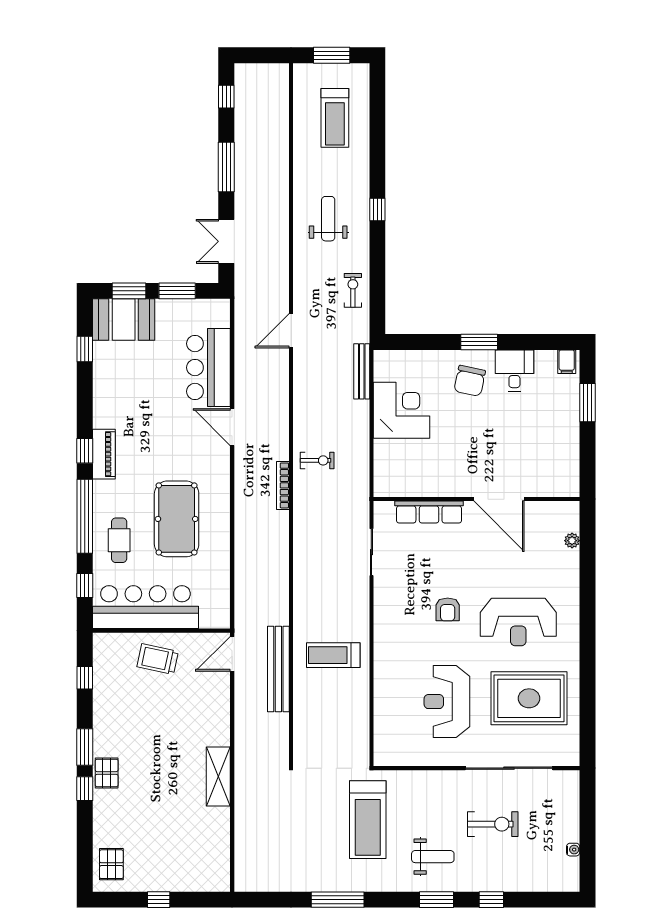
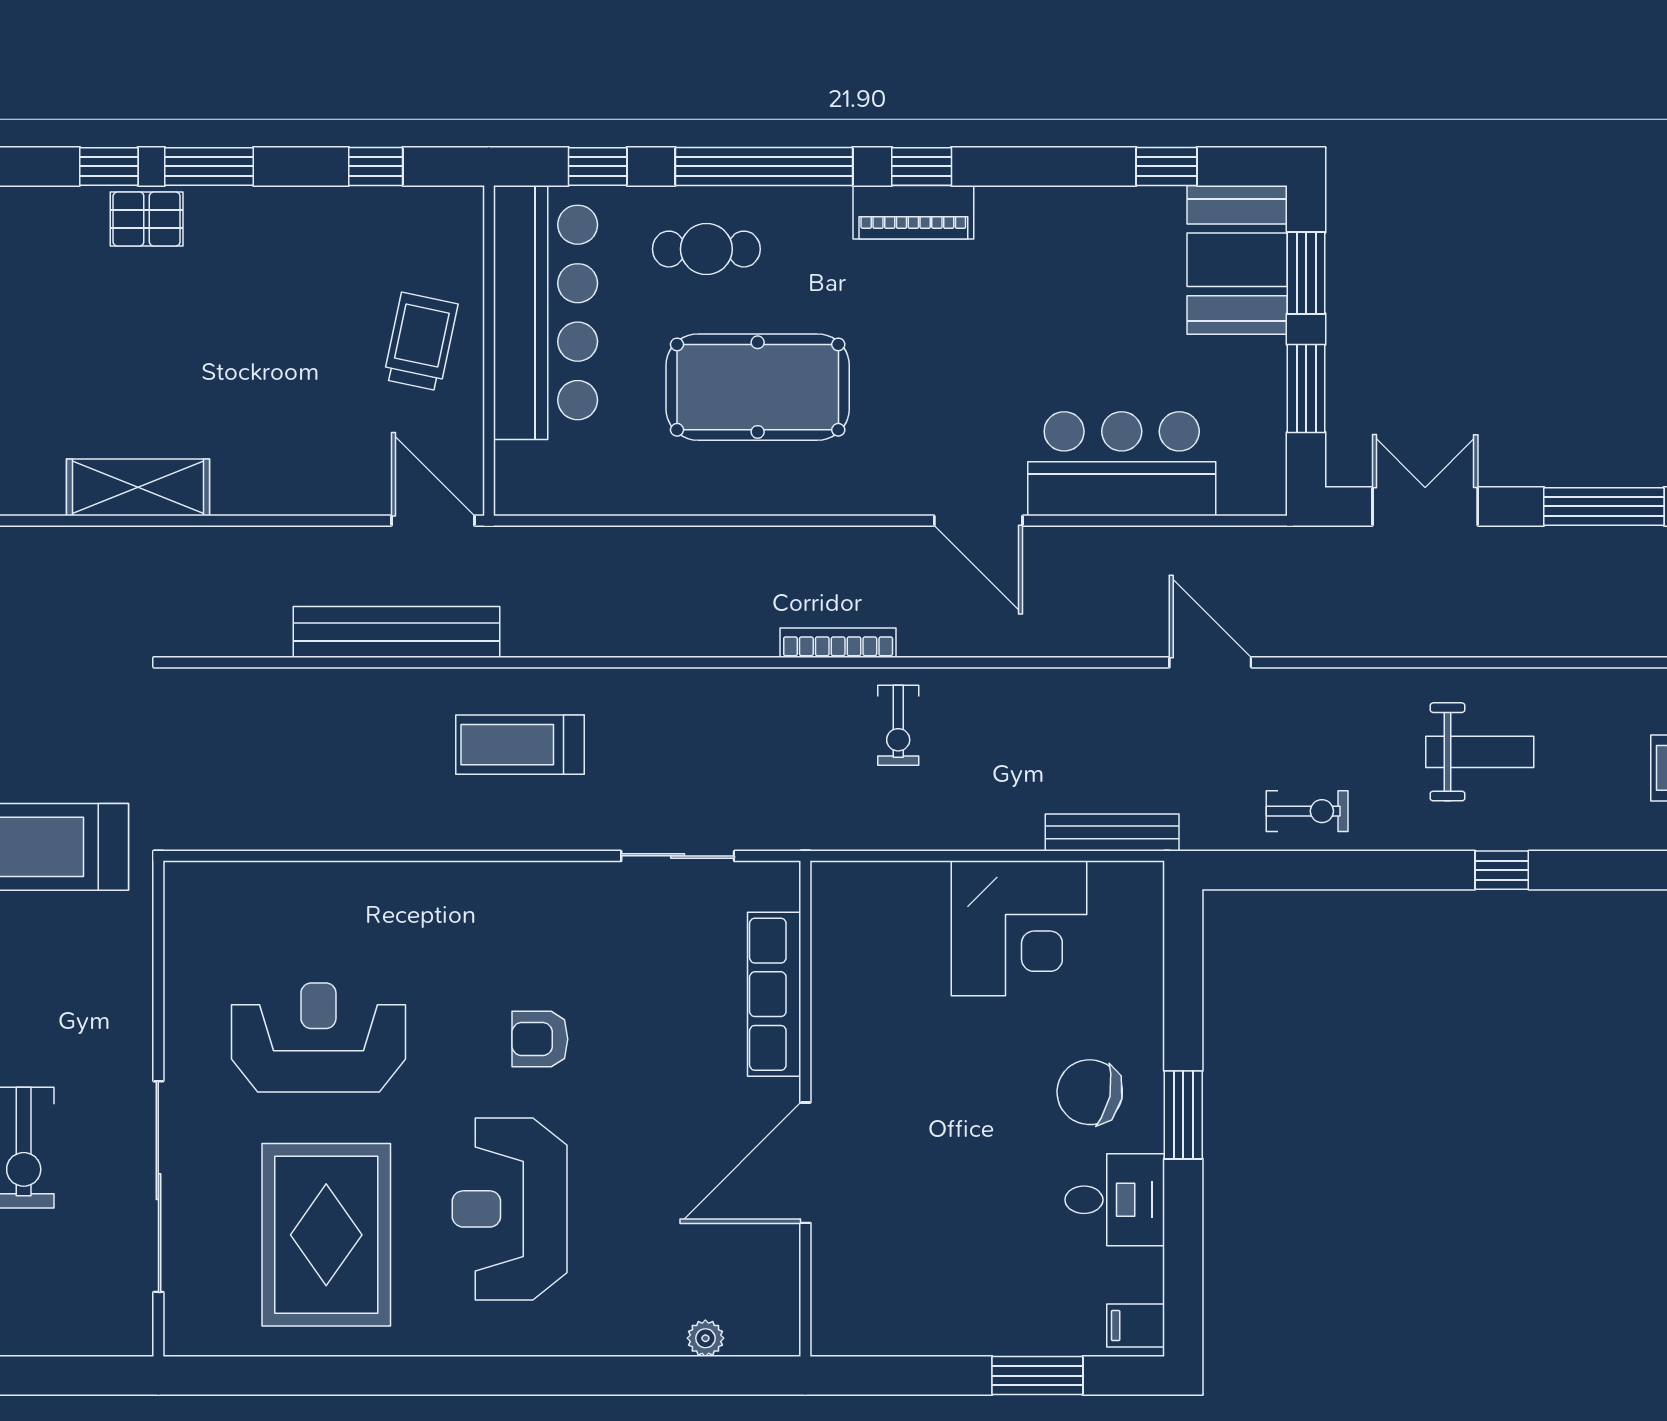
door: (232, 427) -> (978, 521), swing flipped
treadmill: (333, 655) -> (520, 745), moved, turned -90

